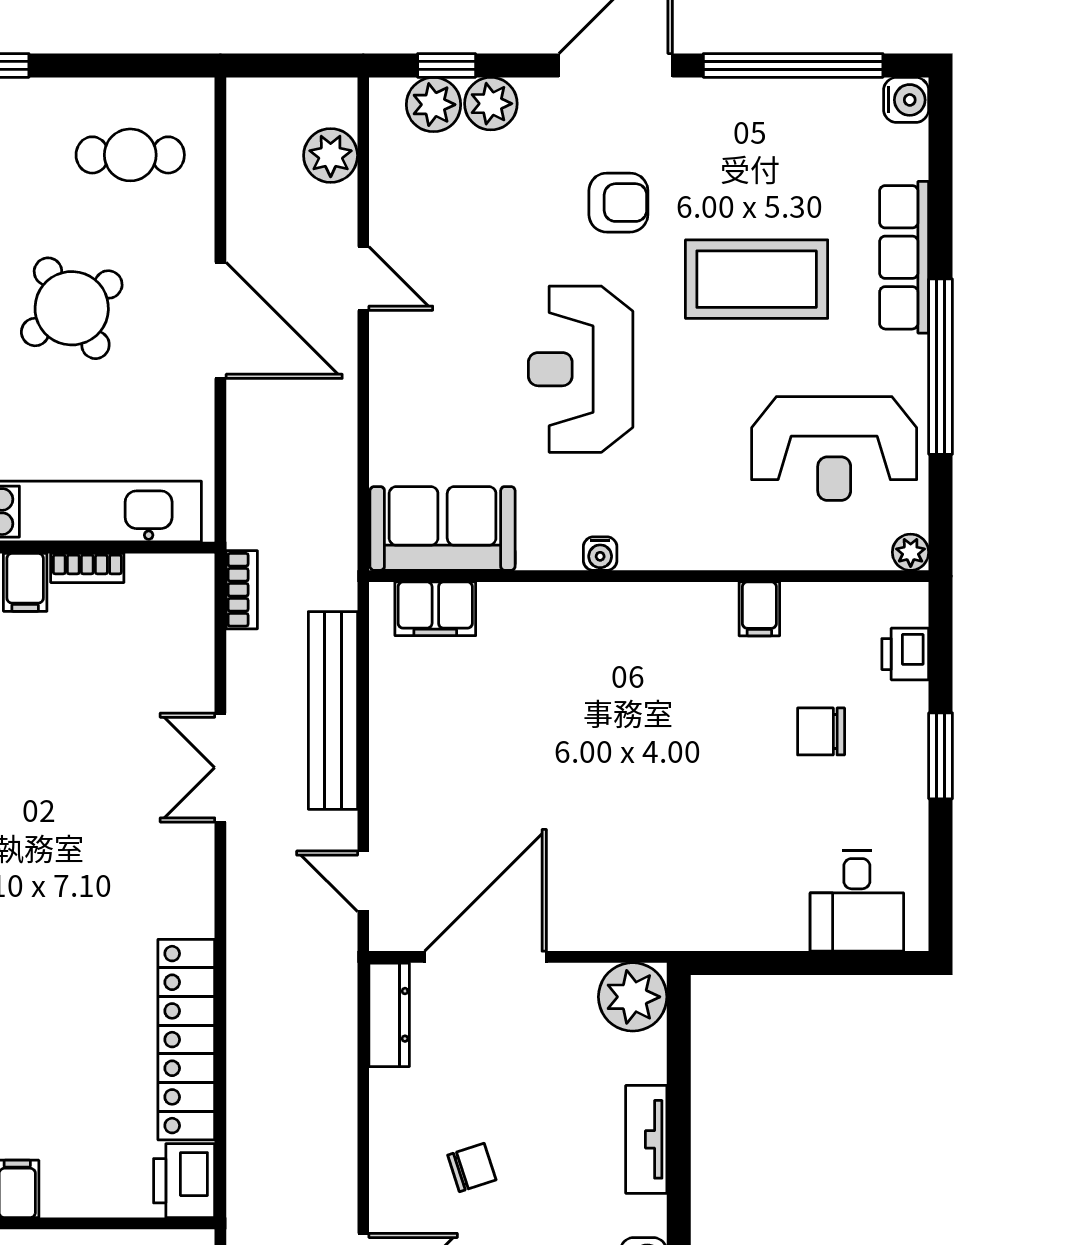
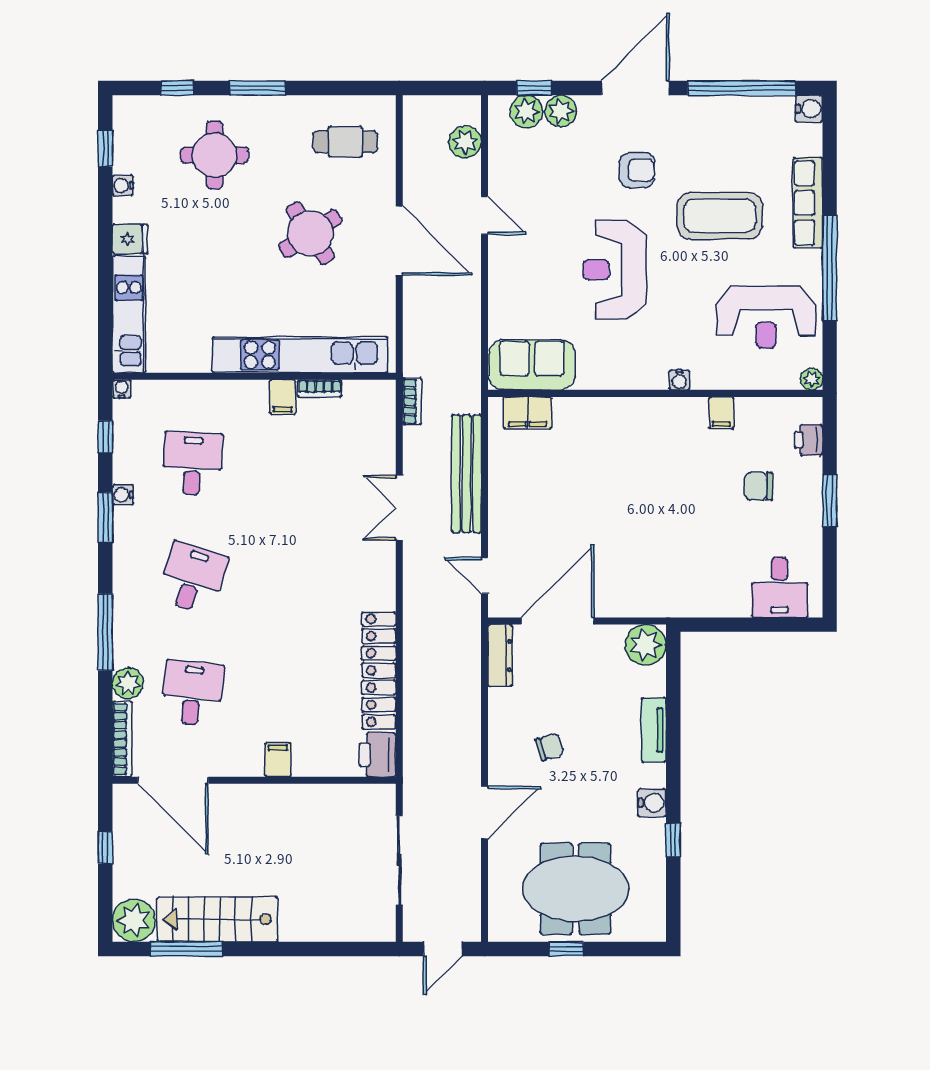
water cooler: (600, 554) -> (679, 380), moved

